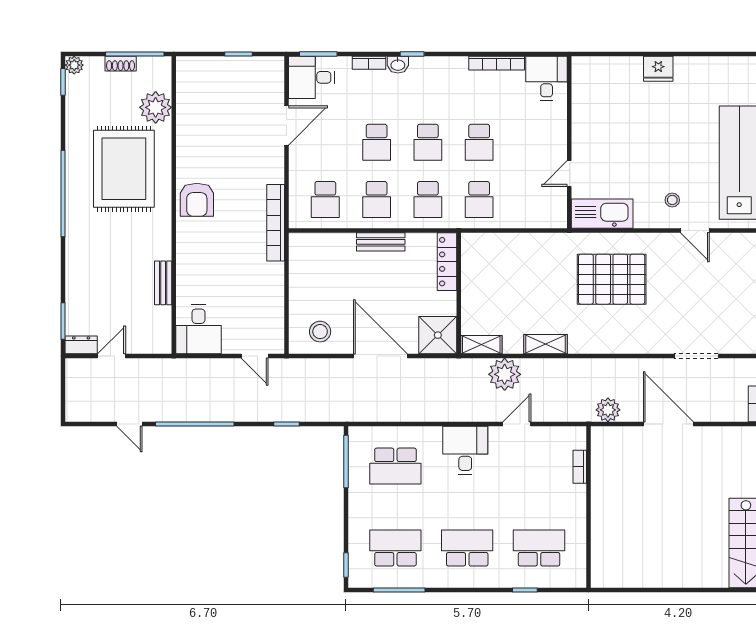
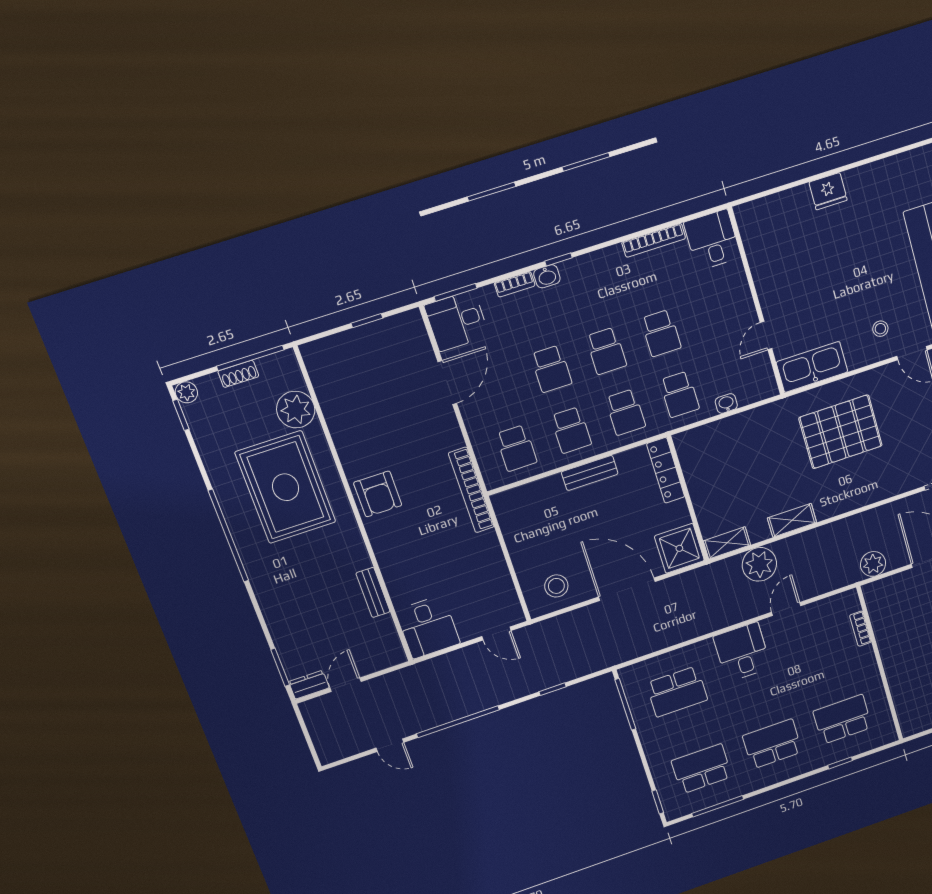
washbasin: (517, 221) -> (726, 403), added

